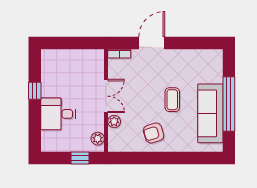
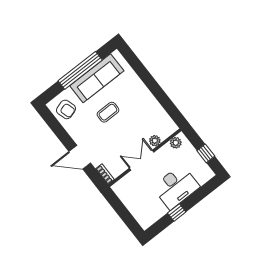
desk: (58, 114) -> (176, 187), width x1.37
armchair: (154, 133) -> (66, 109), moved
window: (80, 158) -> (206, 153), moved

